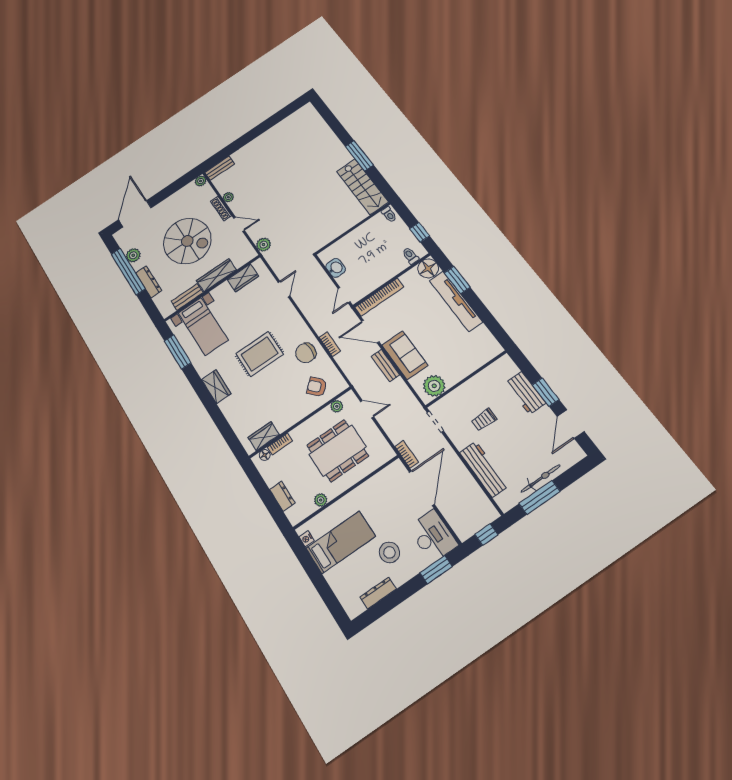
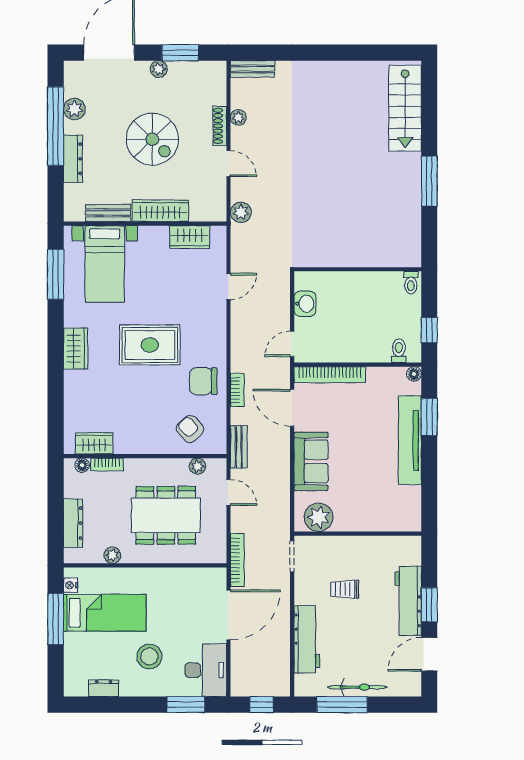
plant: (201, 181) -> (159, 69), moved
window: (174, 187) -> (180, 53), added
stairs: (362, 187) -> (405, 108), moved
spiral stairs: (187, 241) -> (152, 139), width x0.73, depth x0.73
floor lamp: (428, 268) -> (414, 374), width x0.53, depth x0.53
bench: (385, 366) -> (239, 447), moved
workbench: (526, 393) -> (408, 601), width x1.38
bookcase: (407, 454) -> (237, 560), width x1.56
dresser: (282, 496) -> (73, 523), width x1.44
window: (311, 569) -> (56, 619), added
dresser: (378, 593) -> (104, 688), width x0.70

